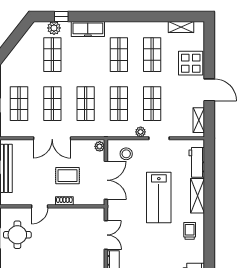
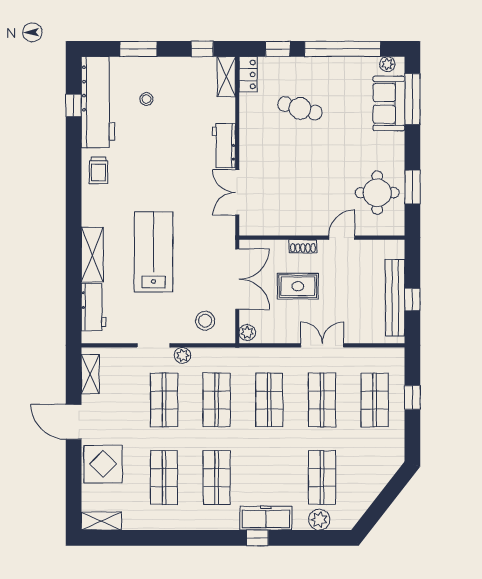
window: (61, 16) -> (257, 538), moved
shelving: (181, 27) -> (101, 521), moved
double door: (52, 138) -> (322, 345), width x0.73
double door: (106, 180) -> (237, 279), swing flipped
trolley: (190, 231) -> (99, 170), moved

